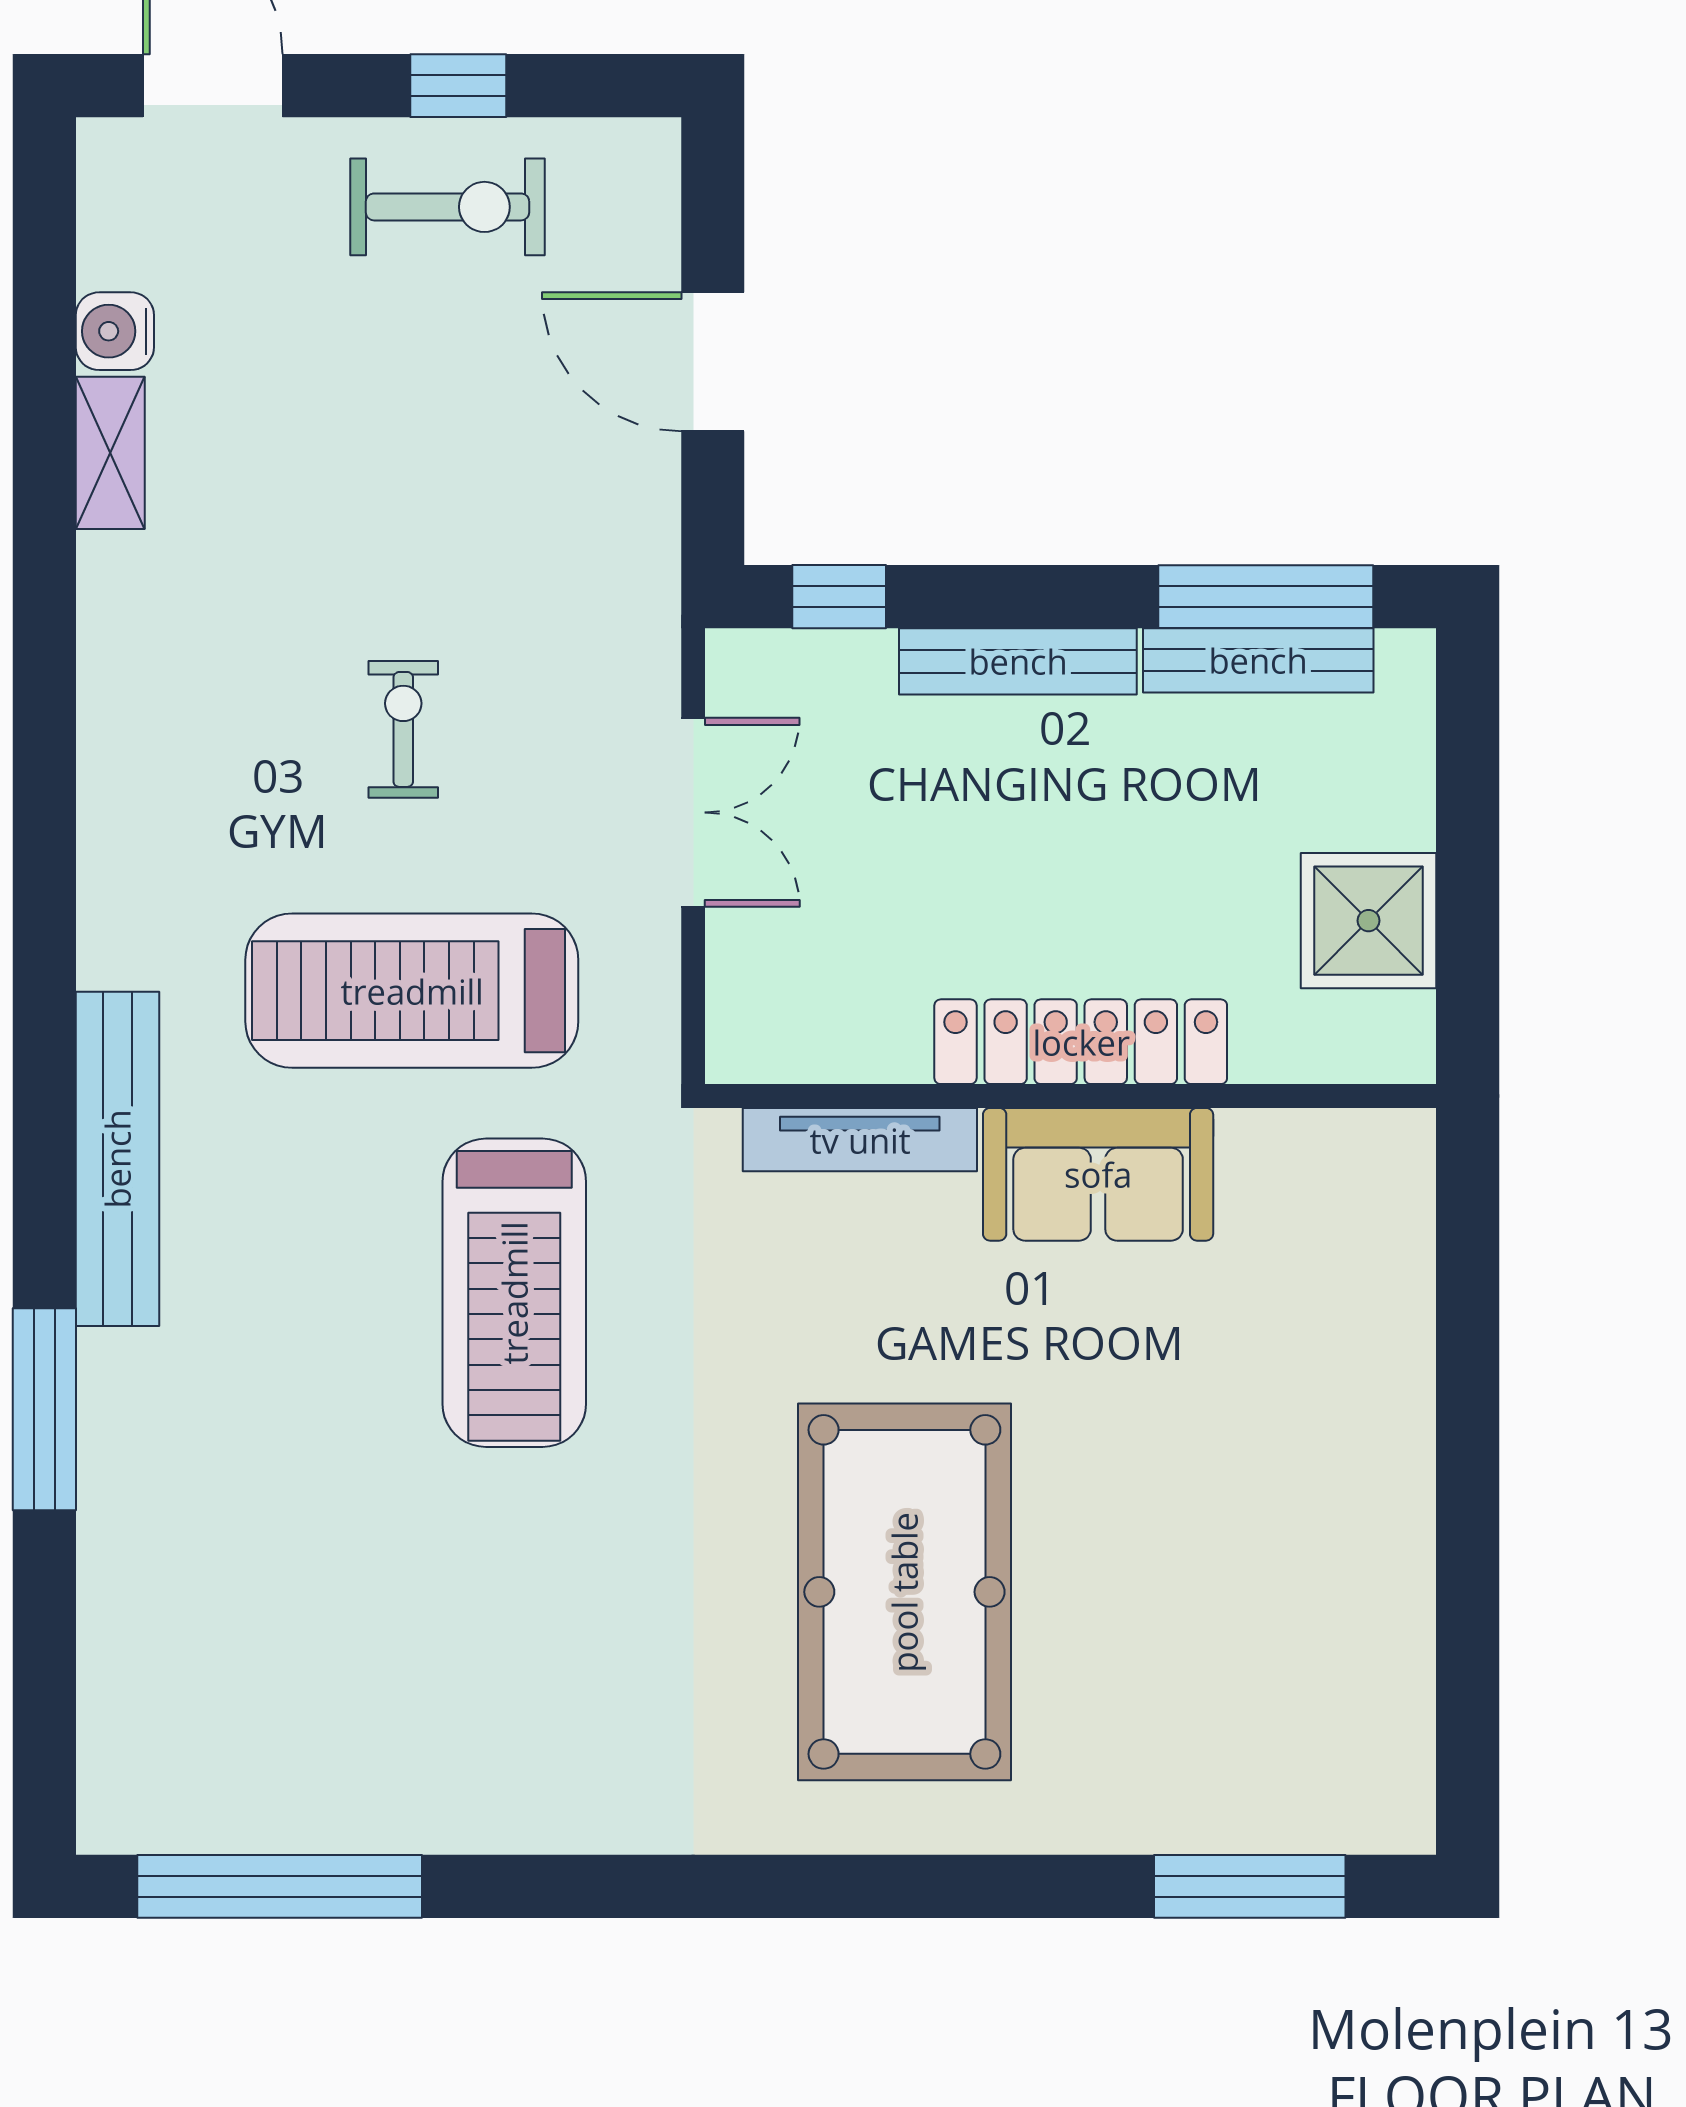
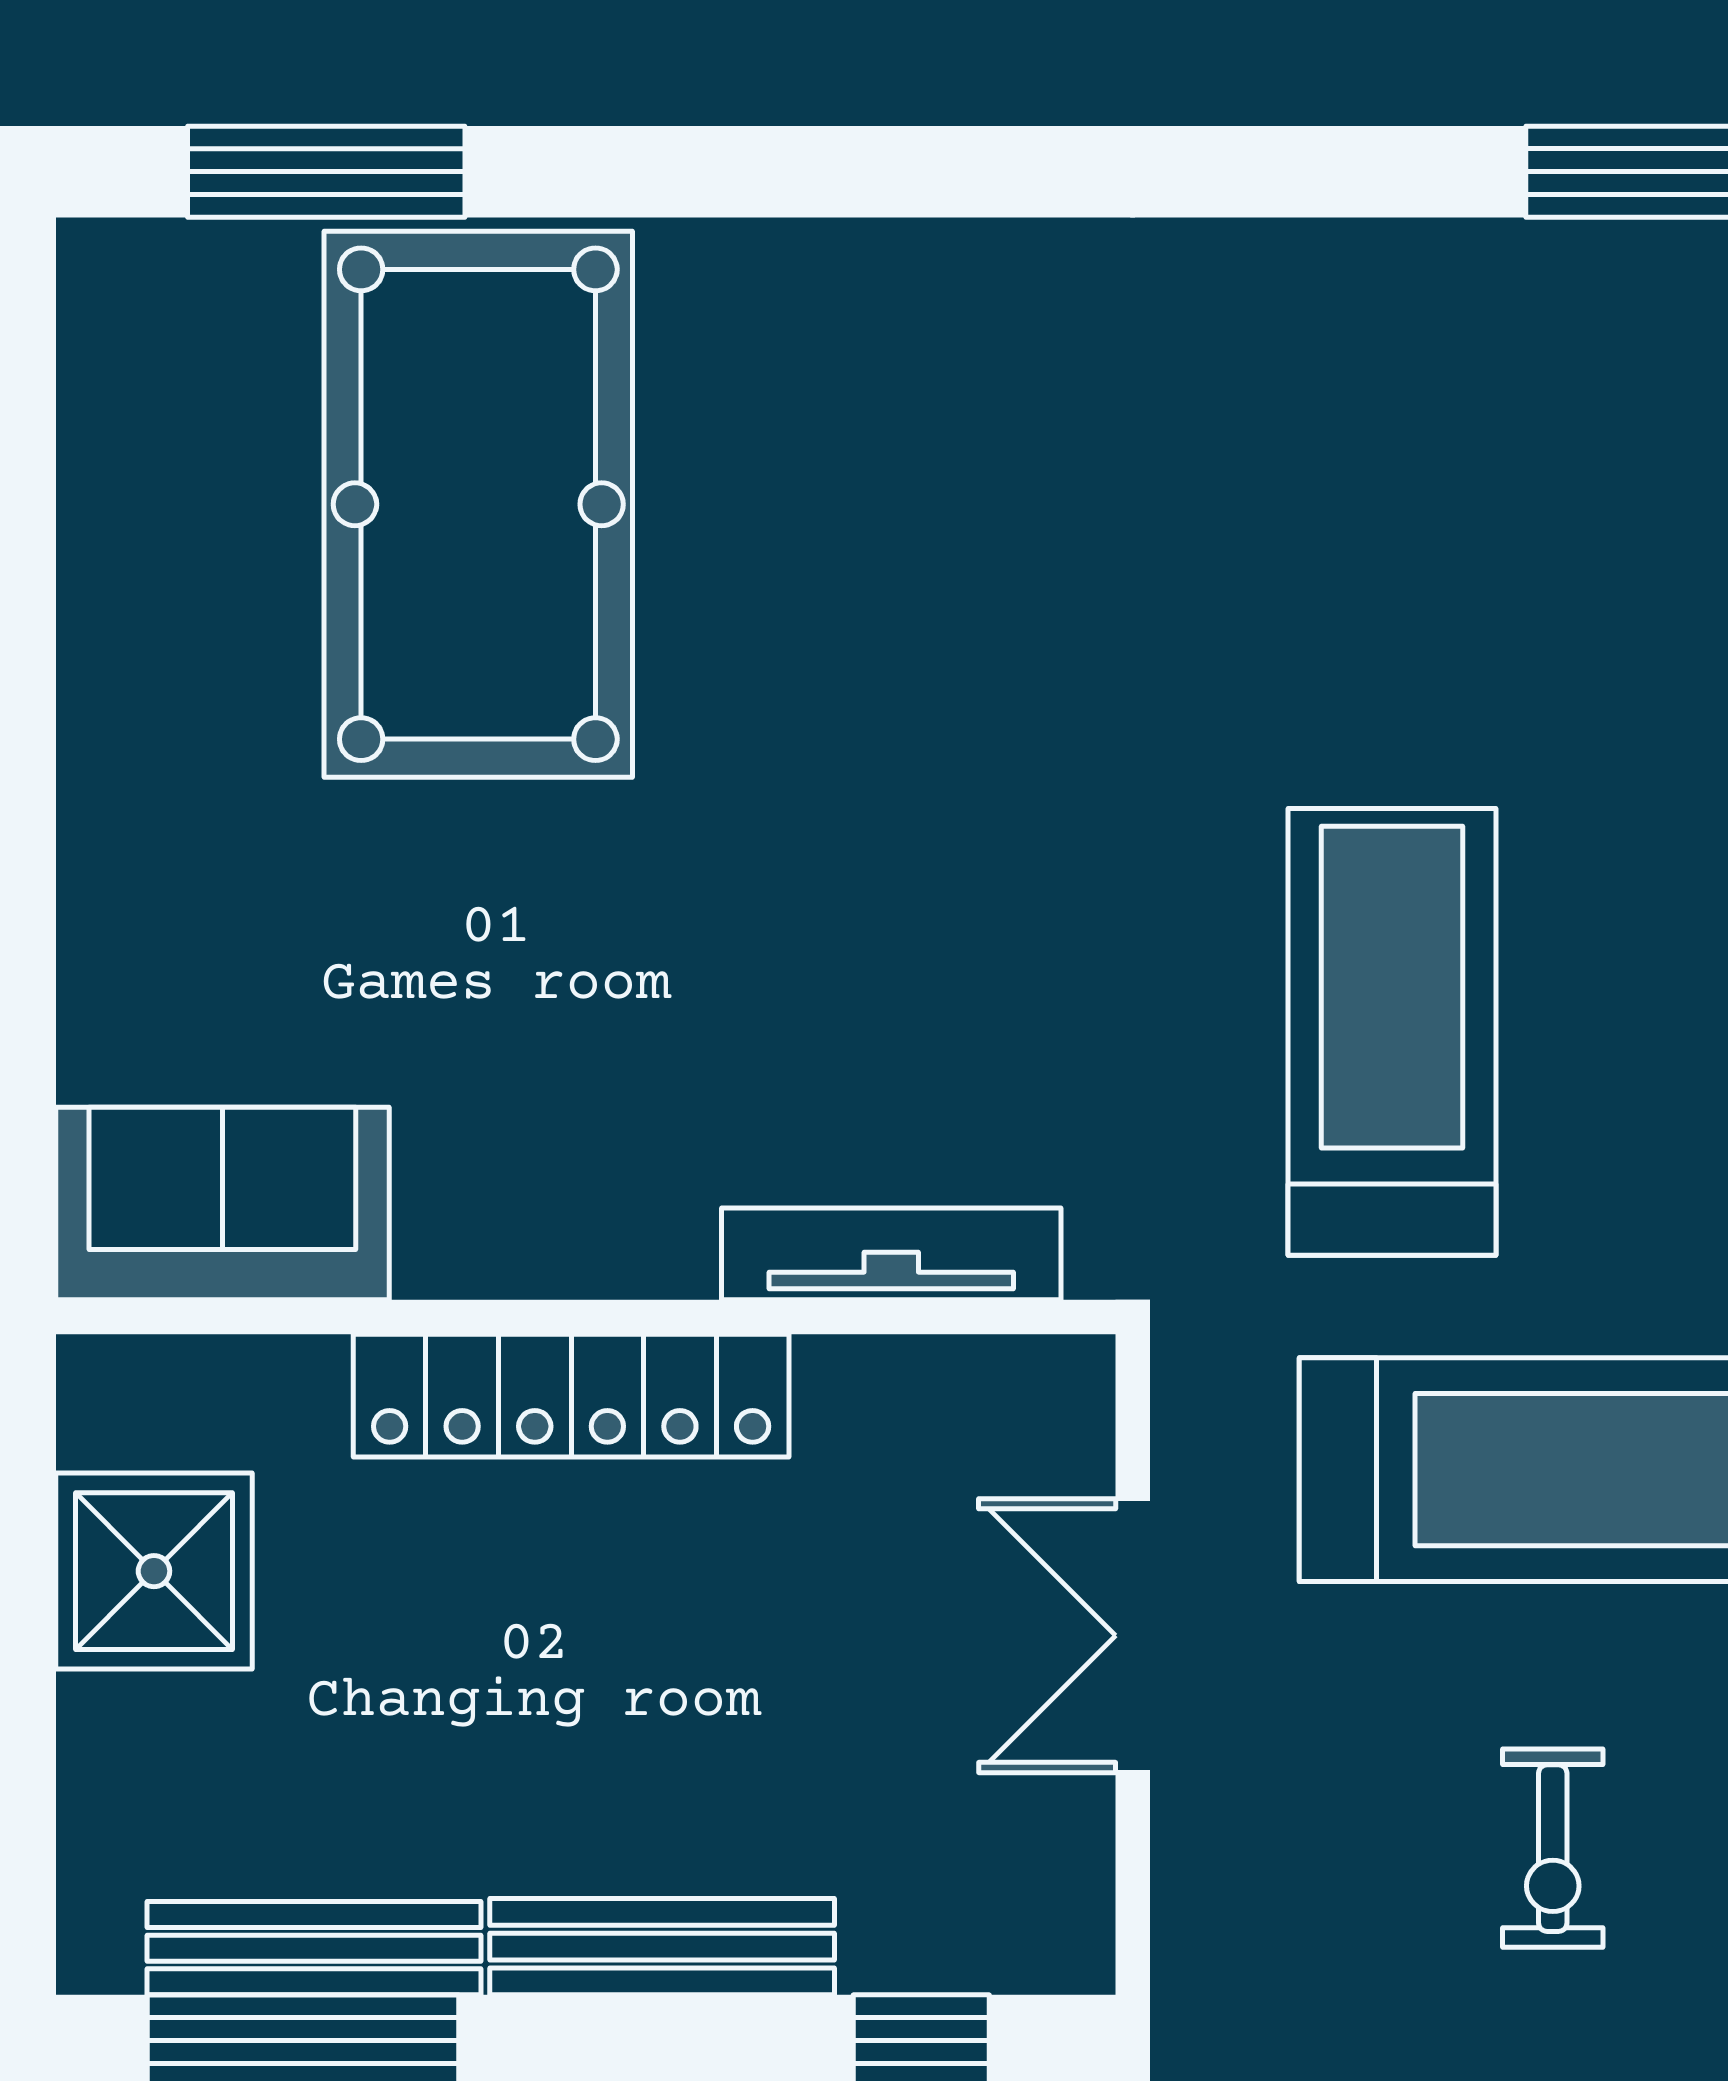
double door: (693, 812) -> (1133, 1636), moved
sofa: (1098, 1174) -> (222, 1204), moved
pool table: (904, 1592) -> (478, 504), moved

